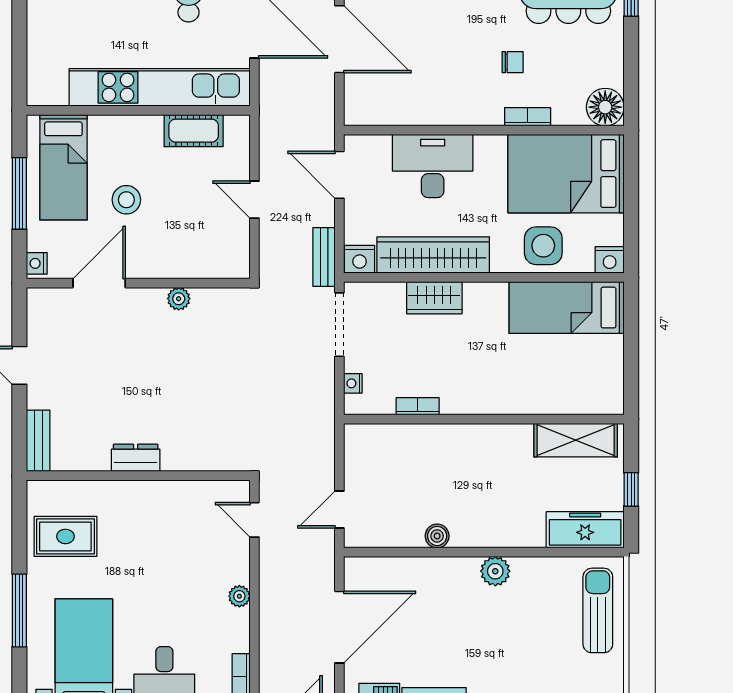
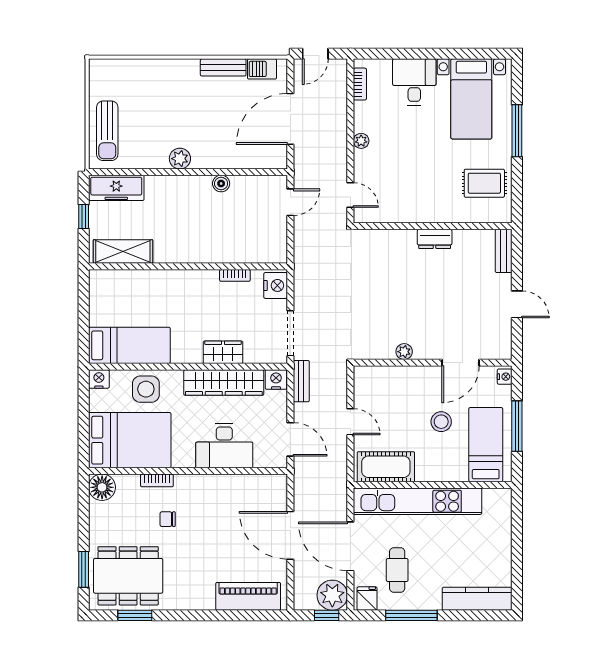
cot: (194, 131) -> (386, 467), width x1.37, depth x1.34
nightstand: (353, 383) -> (276, 285), width x1.89, depth x1.79

